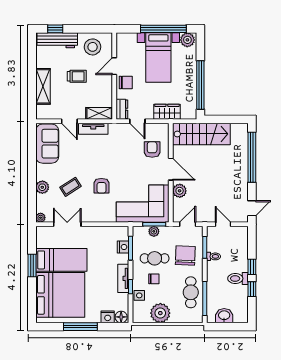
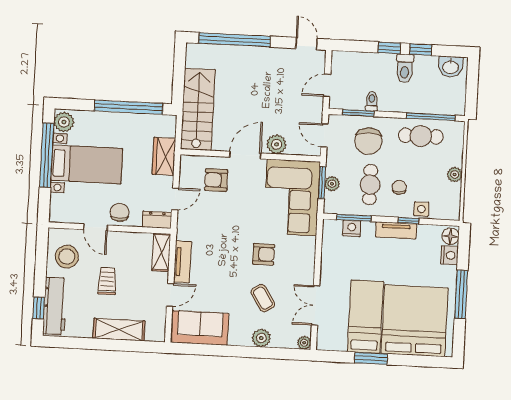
chair: (185, 255) -> (368, 141), turned -92
plant: (160, 313) -> (455, 174), width x0.53, depth x0.53
washbasin: (224, 316) -> (451, 67), moved, turned -90

